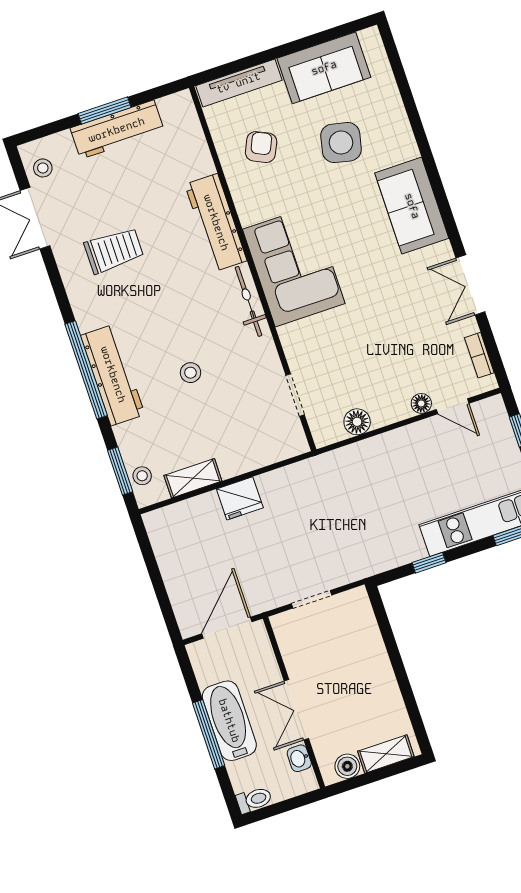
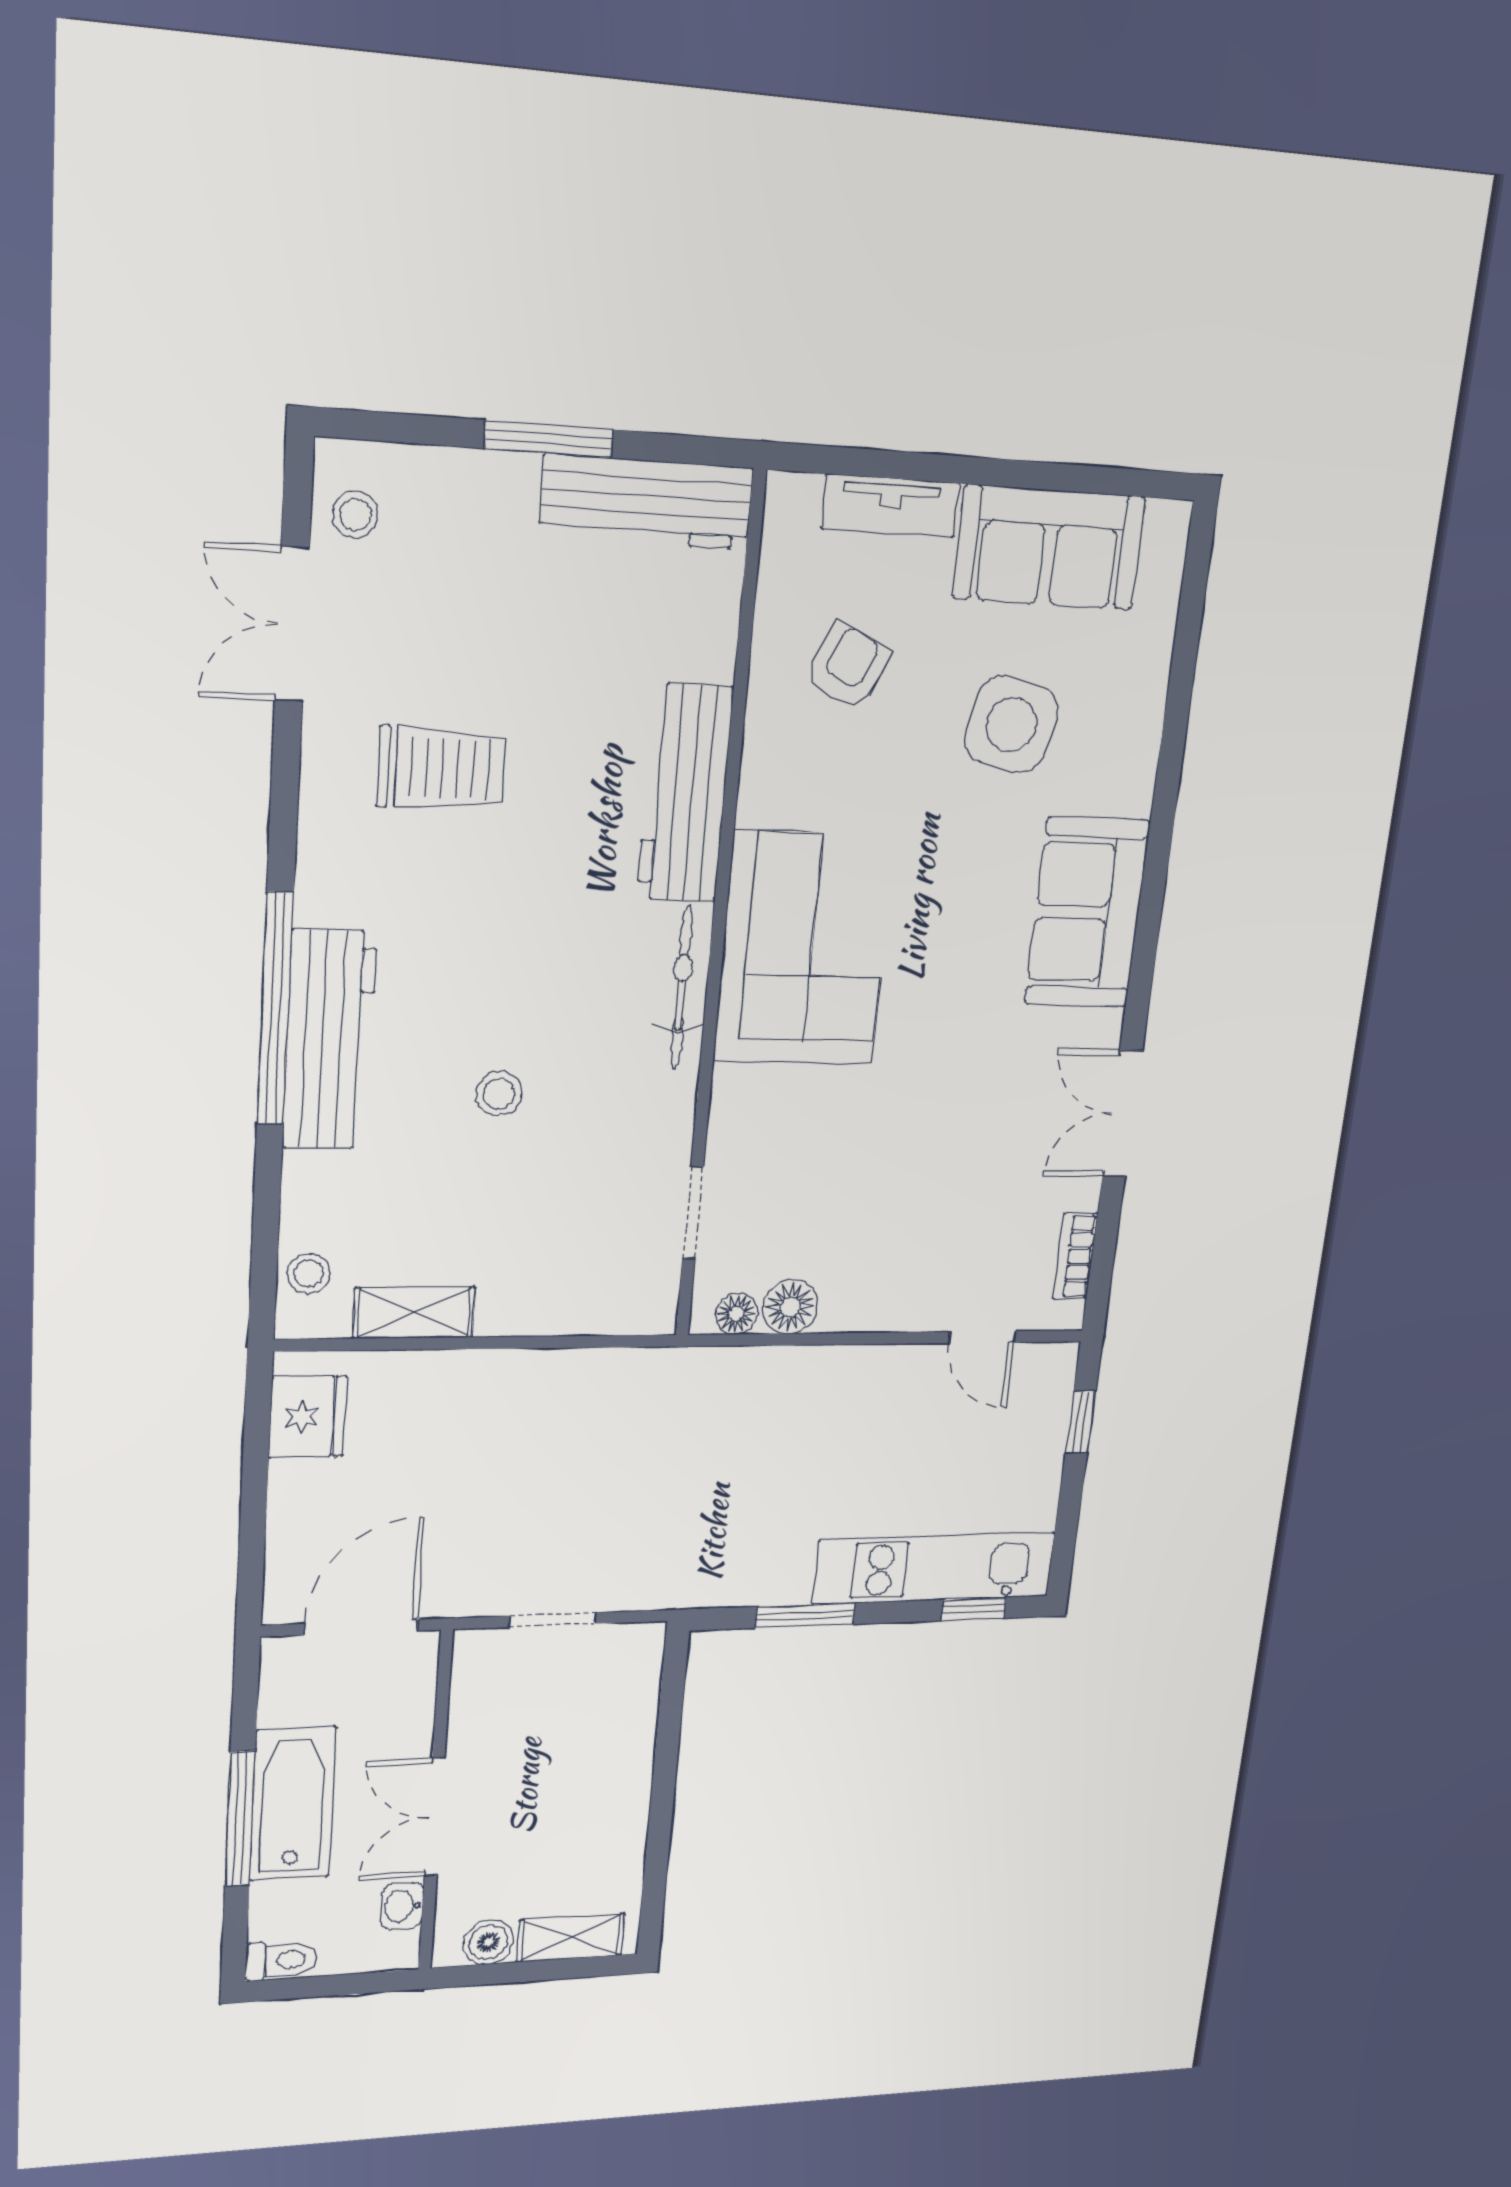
tv unit: (239, 83) -> (890, 506), width x0.71
workbench: (117, 130) -> (647, 502), moved
floor lamp: (421, 403) -> (736, 1314), moved
window: (120, 471) -> (265, 1249), removed
fridge: (240, 498) -> (308, 1417), moved, turned -90
window: (429, 563) -> (805, 1616), width x1.50

